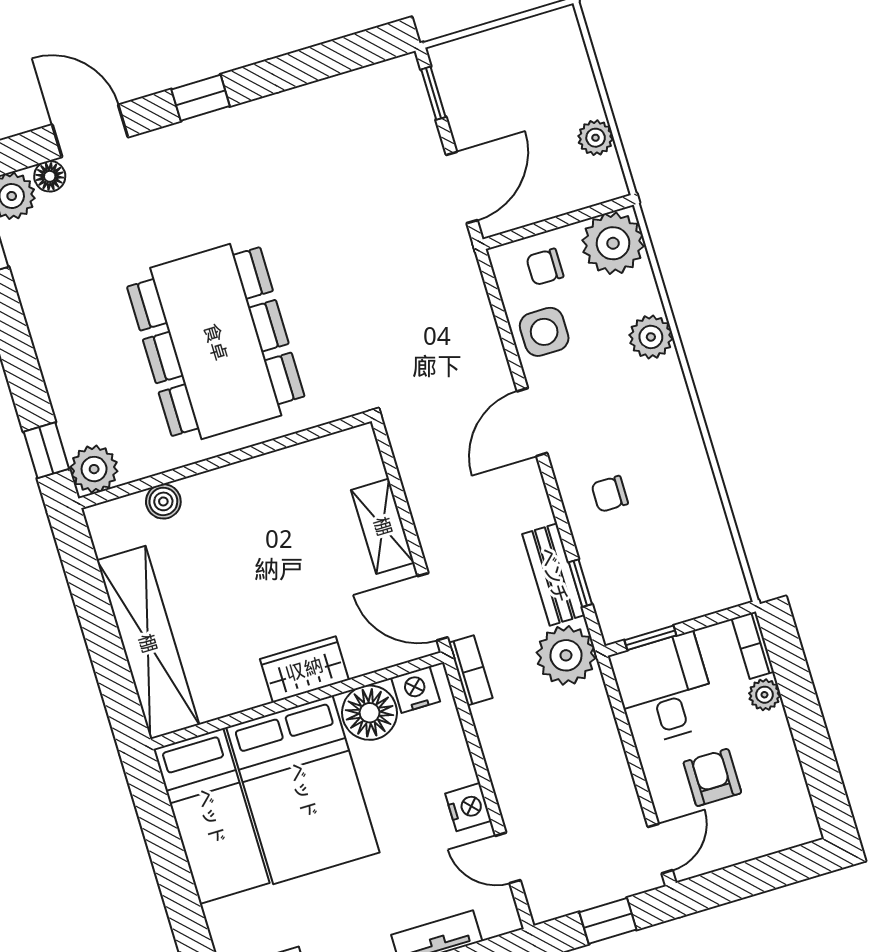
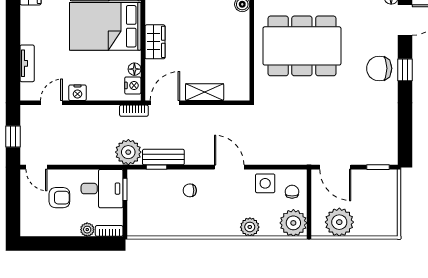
plant: (596, 138) -> (339, 222), width x1.87, depth x1.87
chair: (214, 156) -> (379, 68), added
chair: (610, 494) -> (190, 190), turned -90
floor lamp: (370, 713) -> (134, 69), width x0.53, depth x0.53

